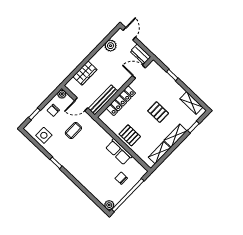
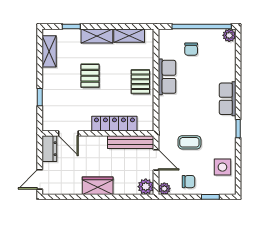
plant: (111, 46) -> (146, 187), moved
wardrobe: (85, 73) -> (98, 186), moved
row of seats: (77, 172) -> (228, 99), added

